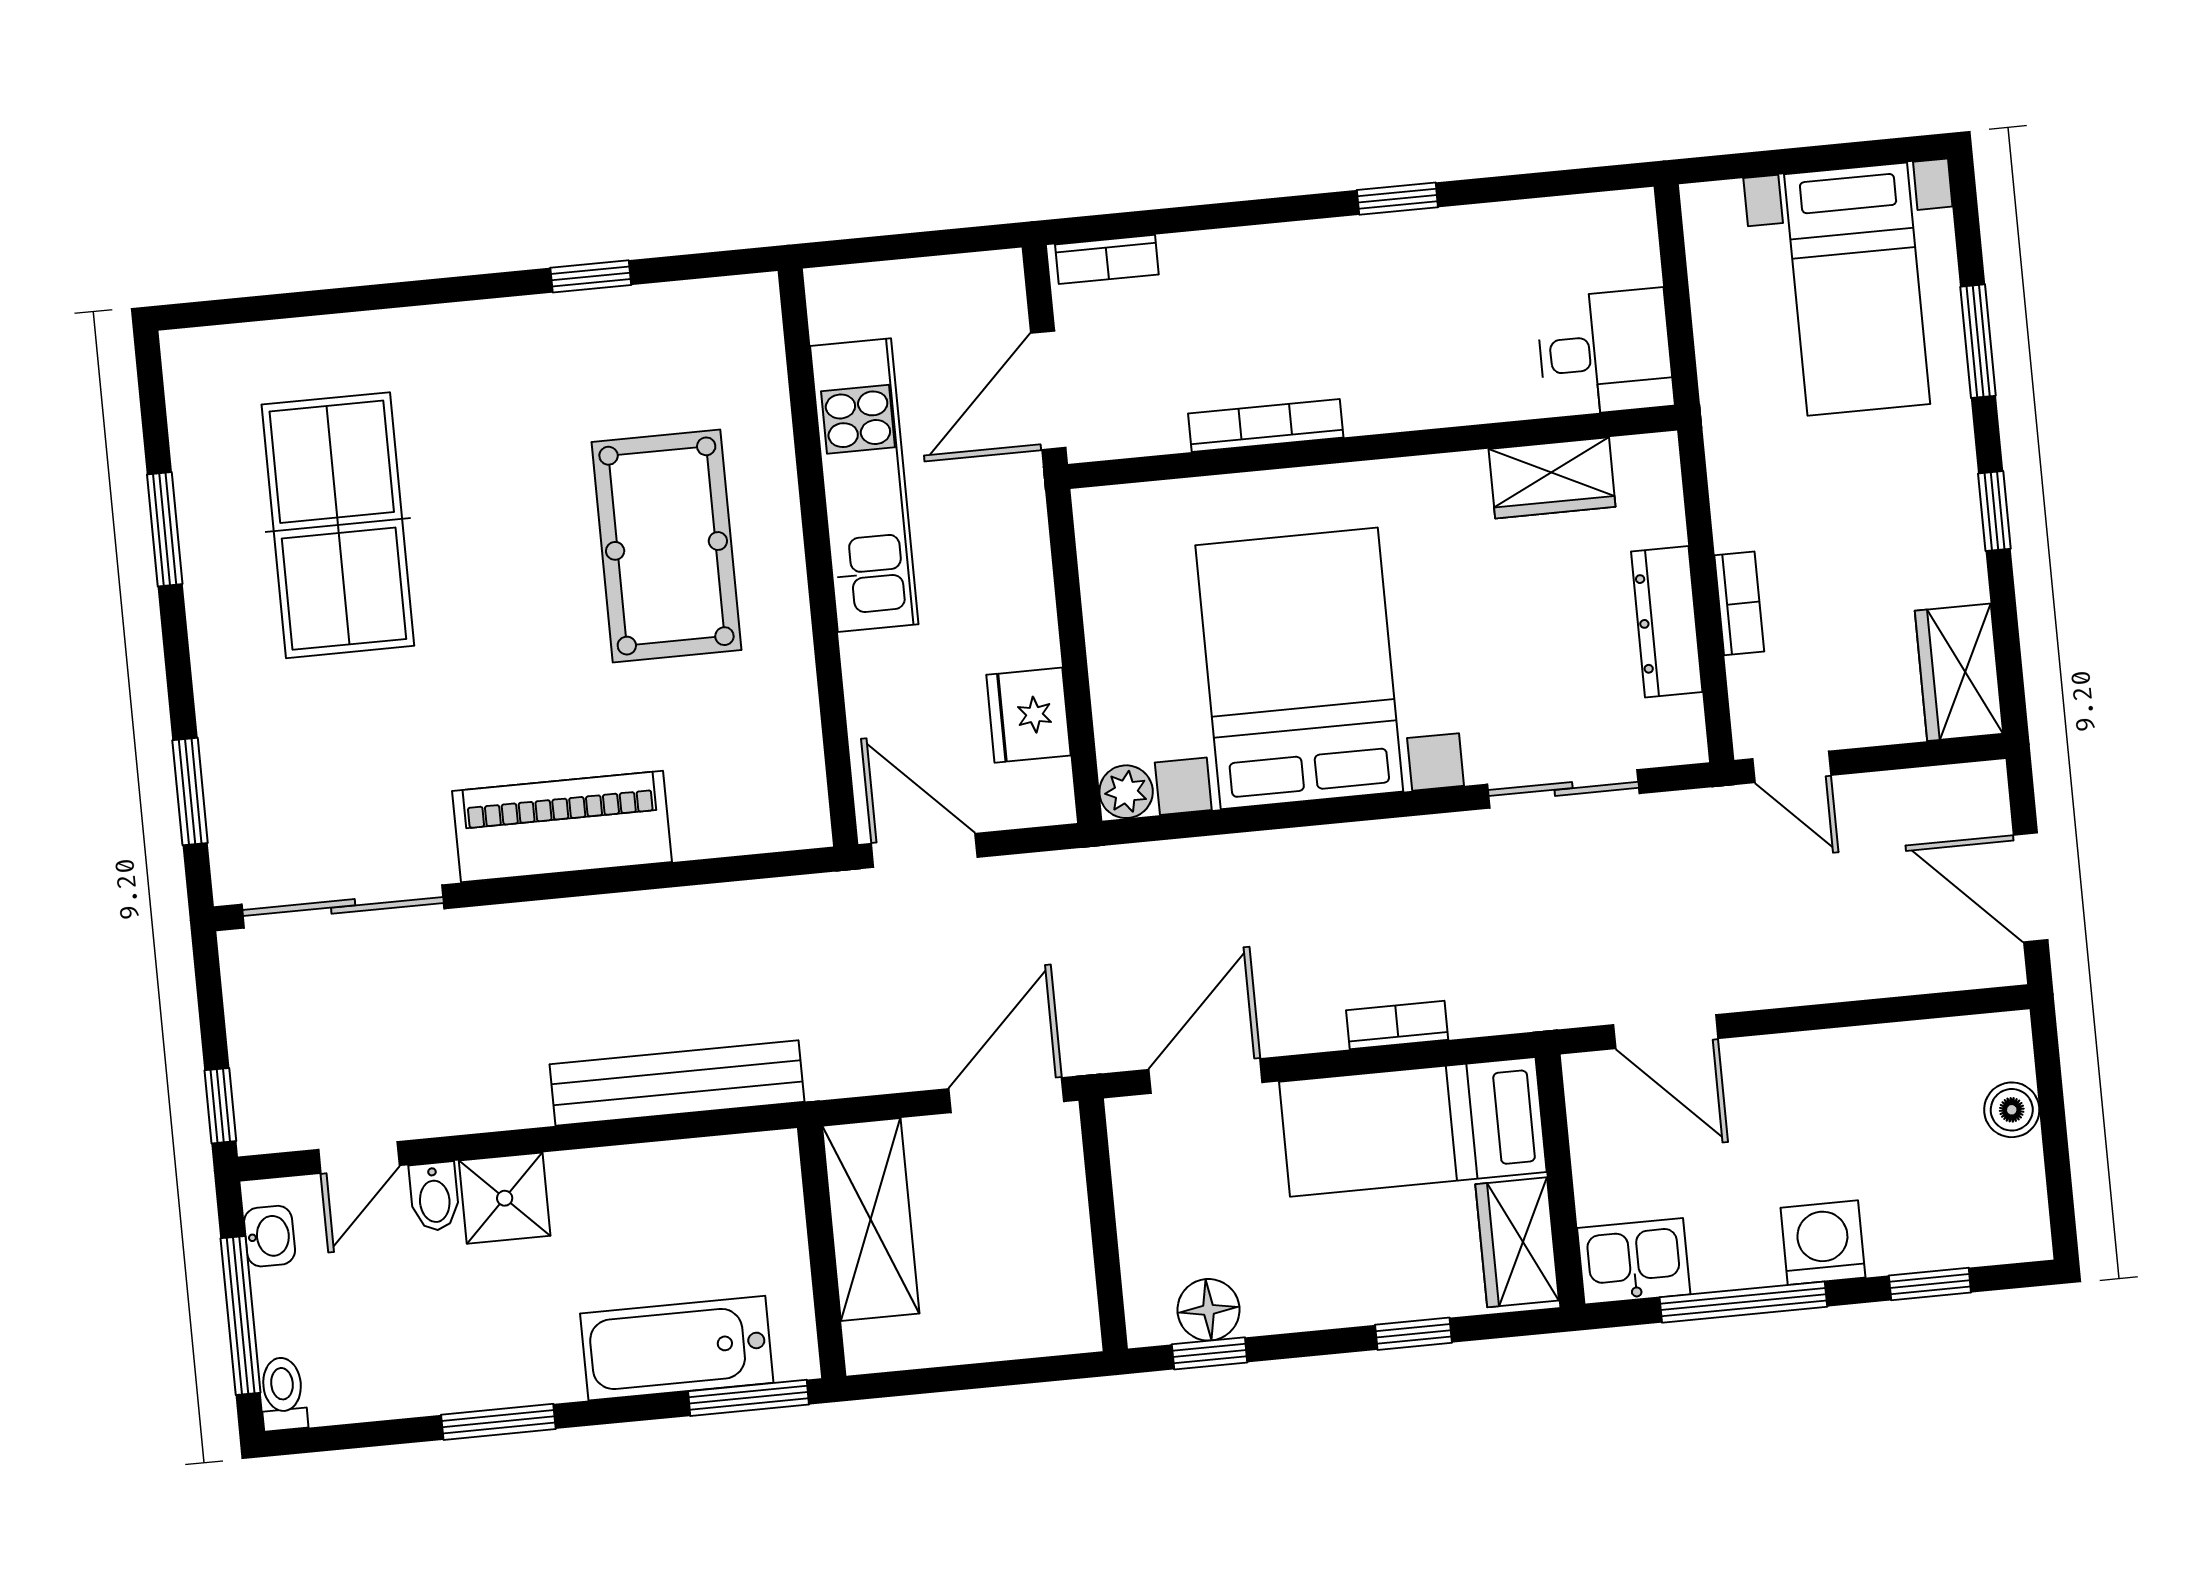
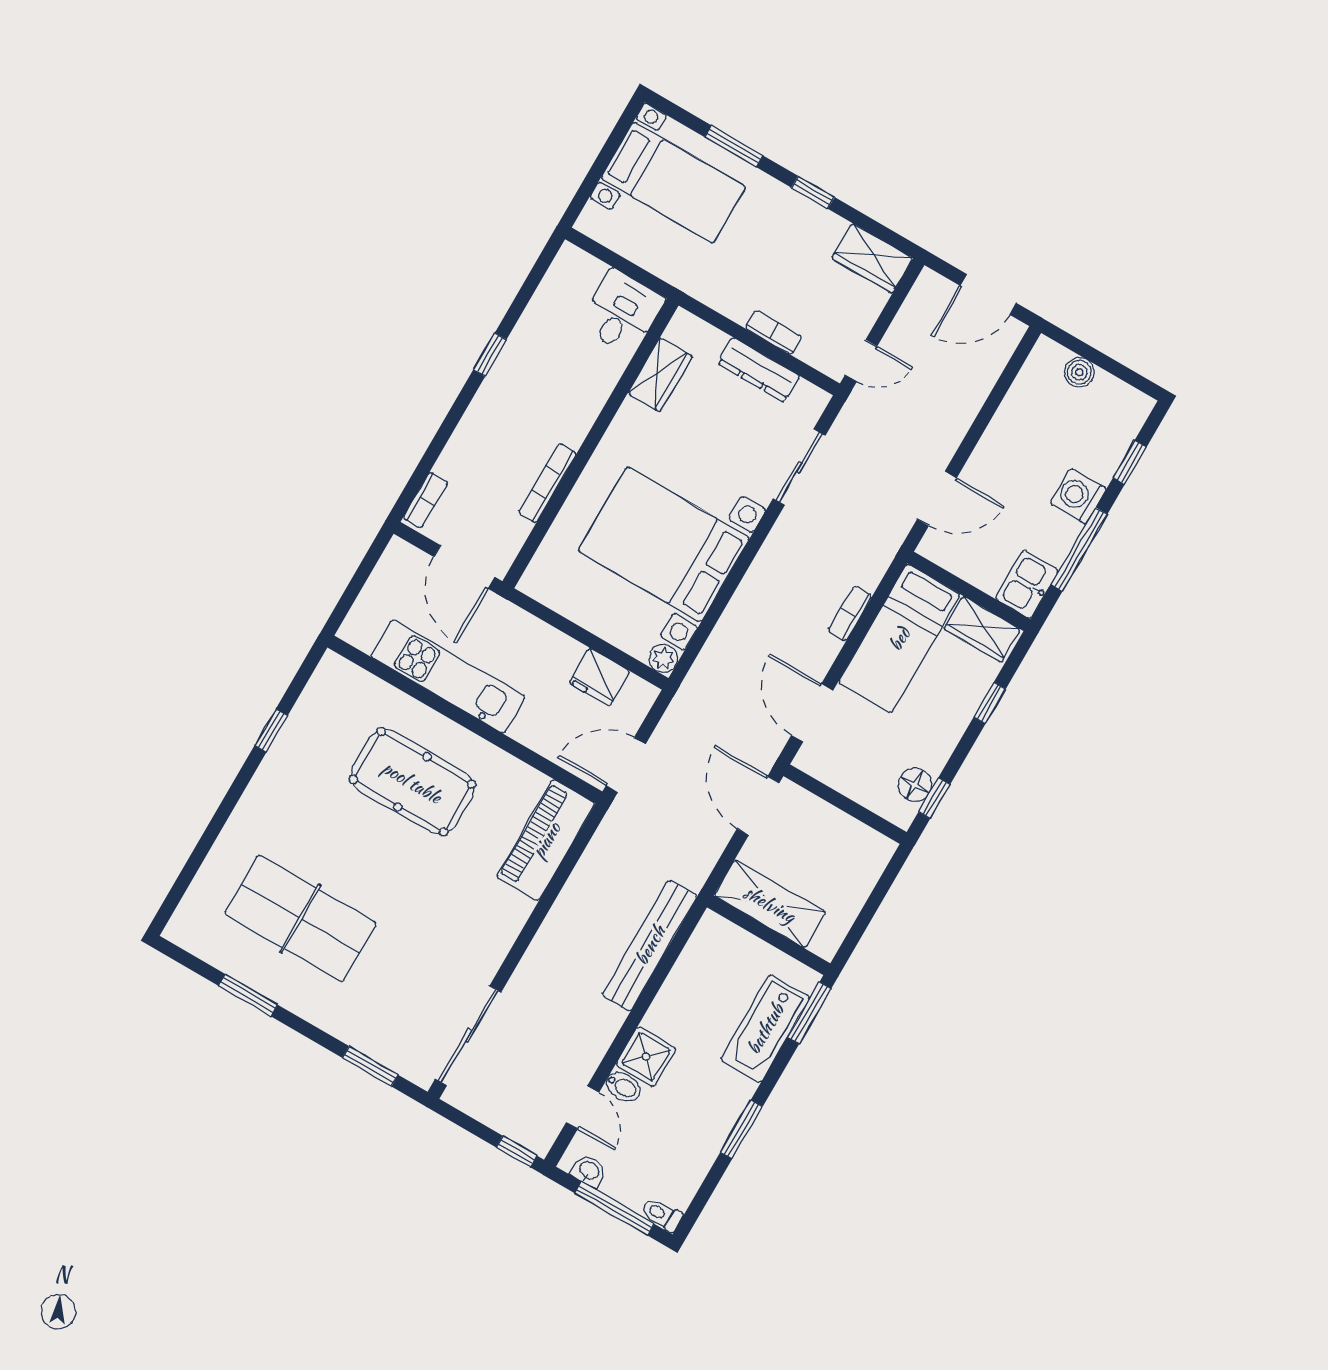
piano: (562, 826) -> (546, 840), moved

